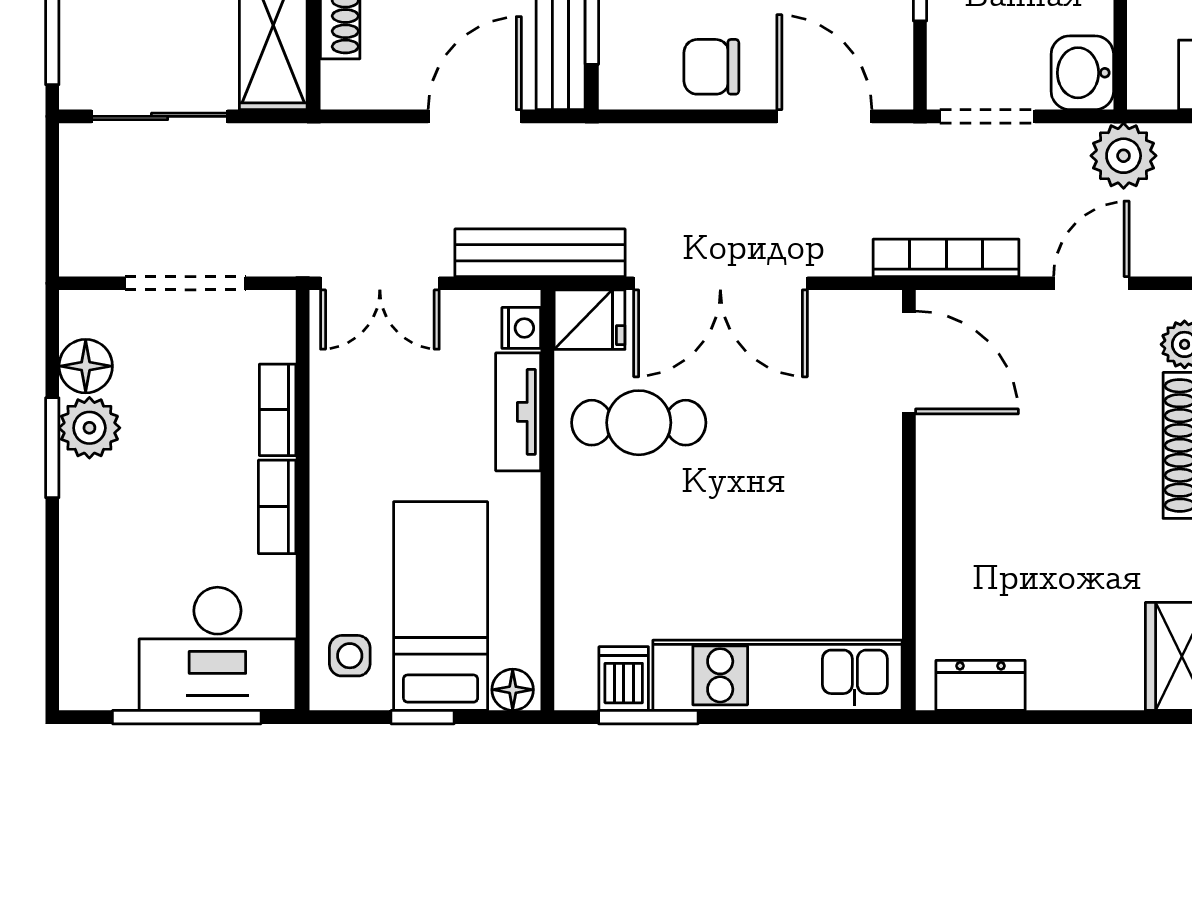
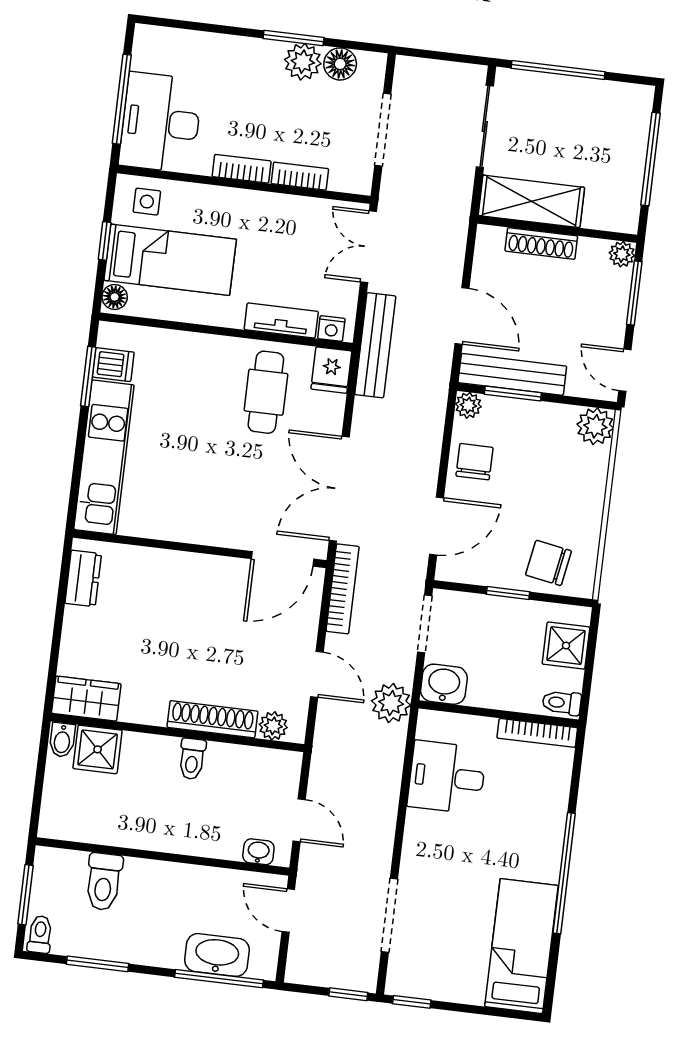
plant: (620, 88) -> (468, 405), added
double door: (720, 283) -> (339, 489), moved

